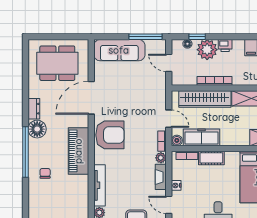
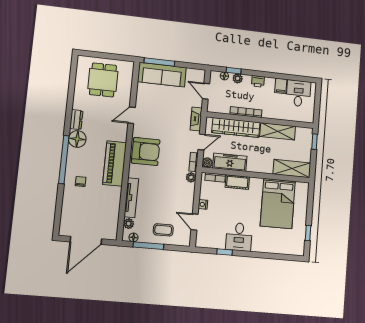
window: (146, 37) -> (159, 62), moved
plant: (207, 50) -> (238, 78), width x0.53, depth x0.53
dining table: (57, 63) -> (103, 80), width x0.73
door: (91, 98) -> (132, 115), width x0.53
door: (169, 119) -> (202, 142), hinge flipped
fireplace: (161, 177) -> (196, 119), moved

